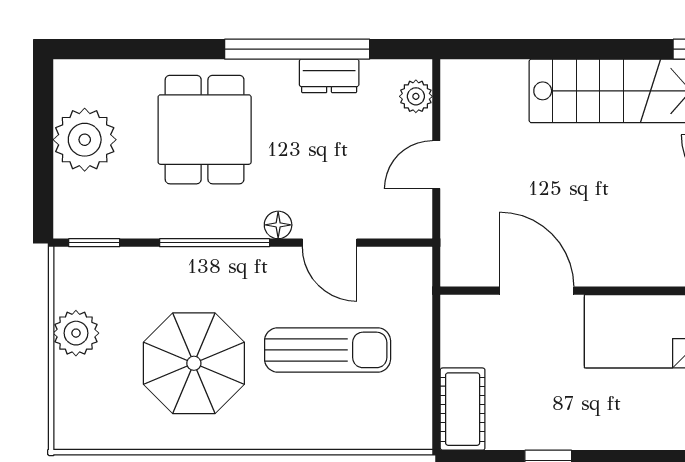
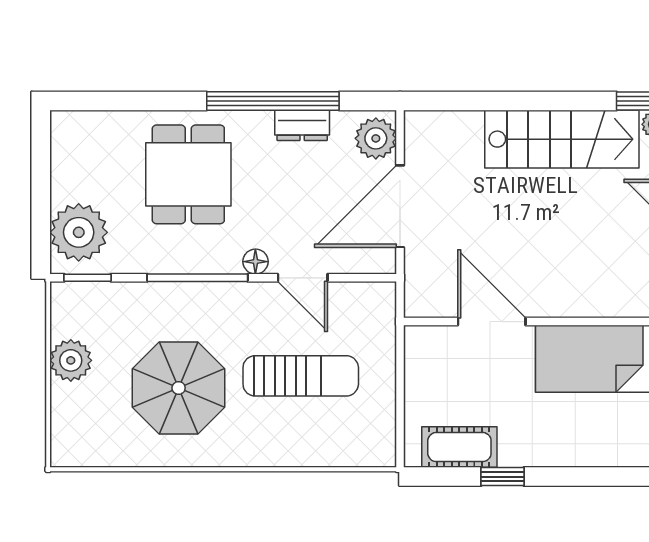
plant: (416, 96) -> (376, 138), width x1.38, depth x1.38
plant: (85, 140) -> (79, 232), moved
door: (436, 165) -> (400, 206), width x1.87
cot: (463, 409) -> (459, 447), moved, turned 90

